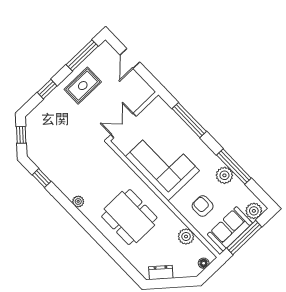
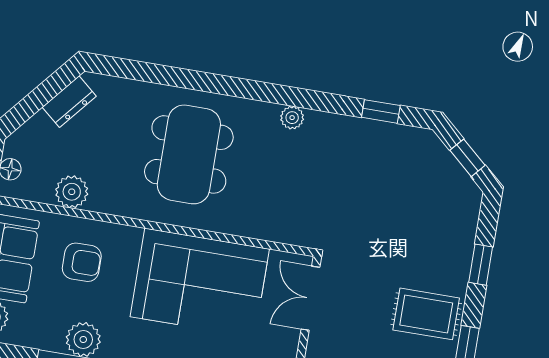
rug: (83, 86) -> (426, 314), turned 90
double door: (124, 125) -> (310, 298), swing flipped
dining table: (129, 217) -> (189, 154), turned 90

